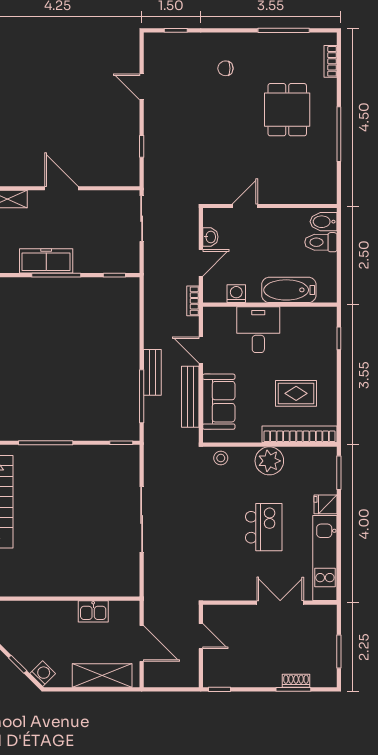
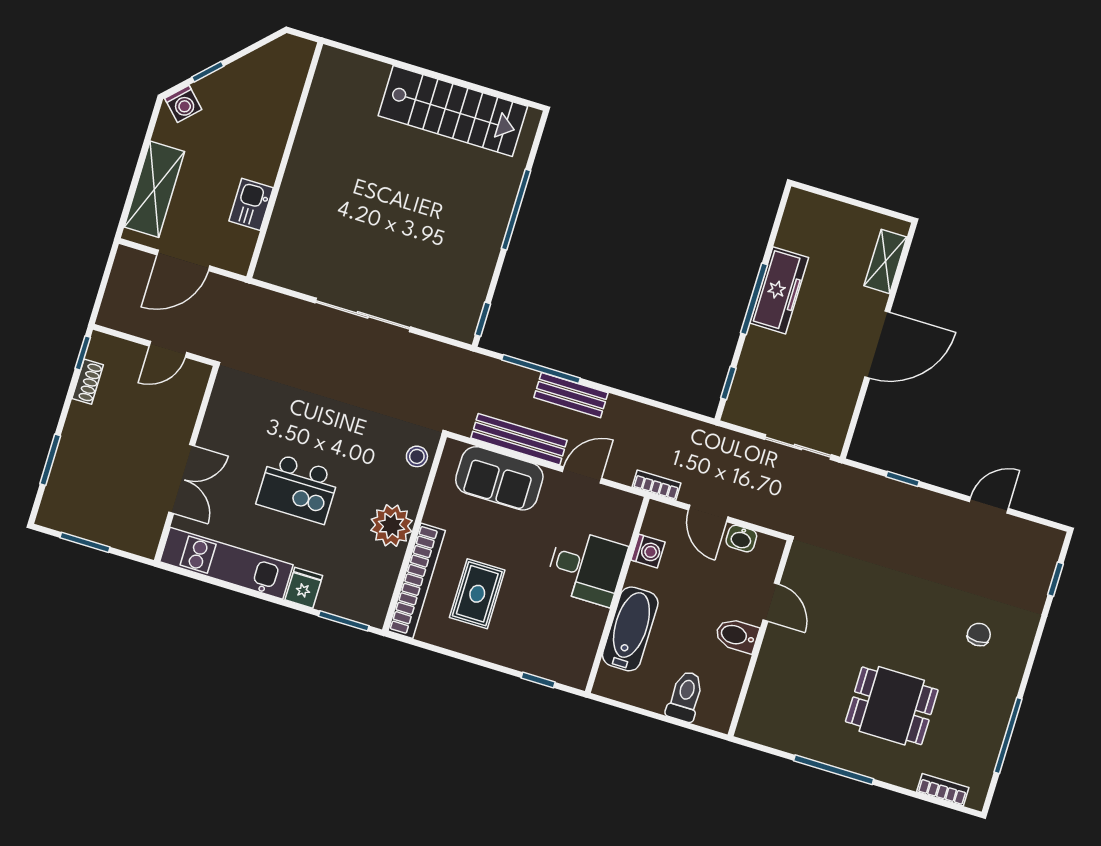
door: (61, 188) -> (877, 344), width x1.36
bidet: (324, 222) -> (737, 635), moved, turned -90
shoe rack: (296, 681) -> (88, 382), moved

